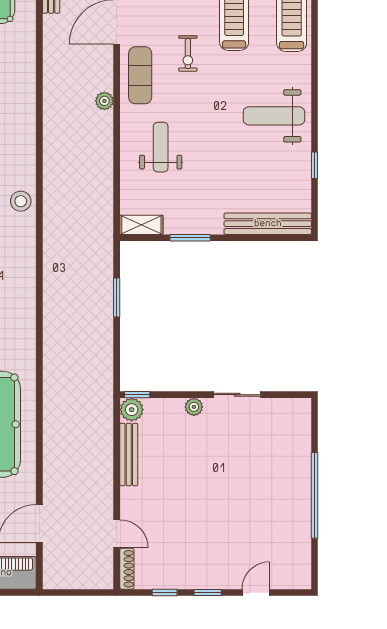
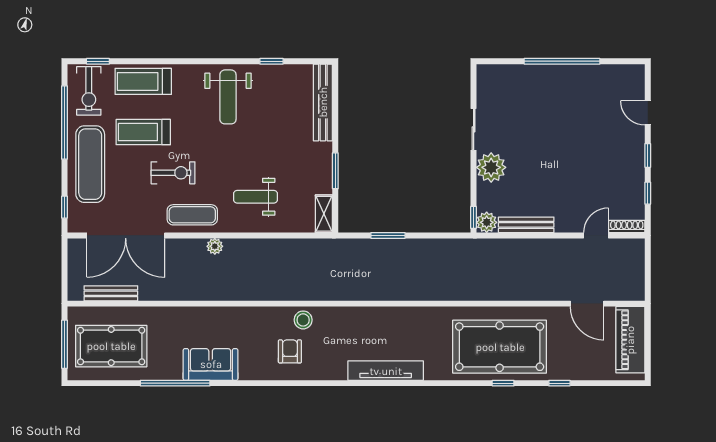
exercise bike: (188, 53) -> (173, 173), width x1.38, depth x1.39
plant: (194, 407) -> (491, 167), width x1.88, depth x1.88

